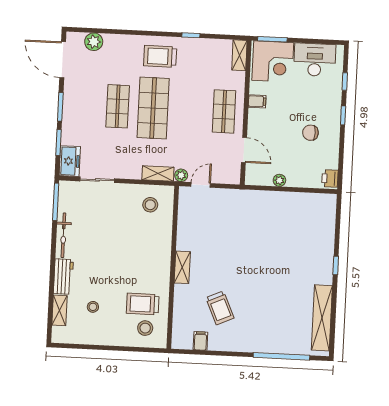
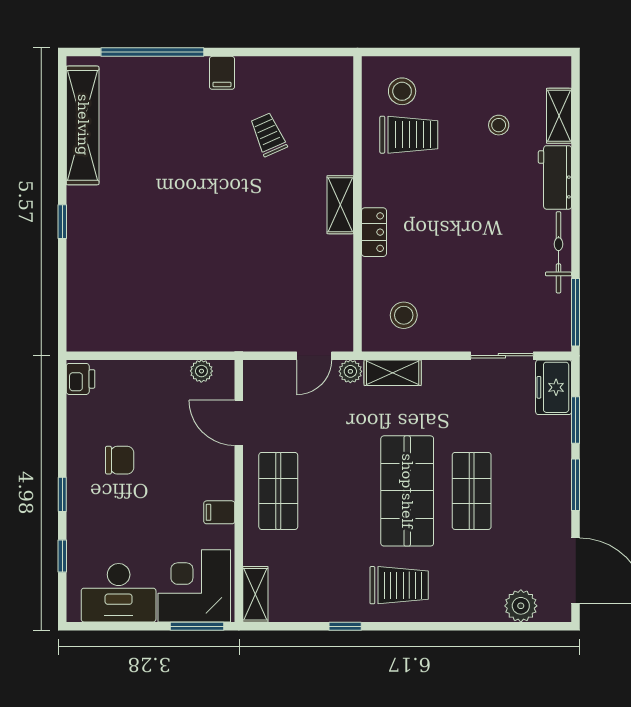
plant: (279, 180) -> (201, 371), moved
locker: (164, 251) -> (374, 232), added
trolley: (220, 308) -> (268, 135), width x0.73, depth x0.72
filing cabinet: (200, 341) -> (222, 73), moved

